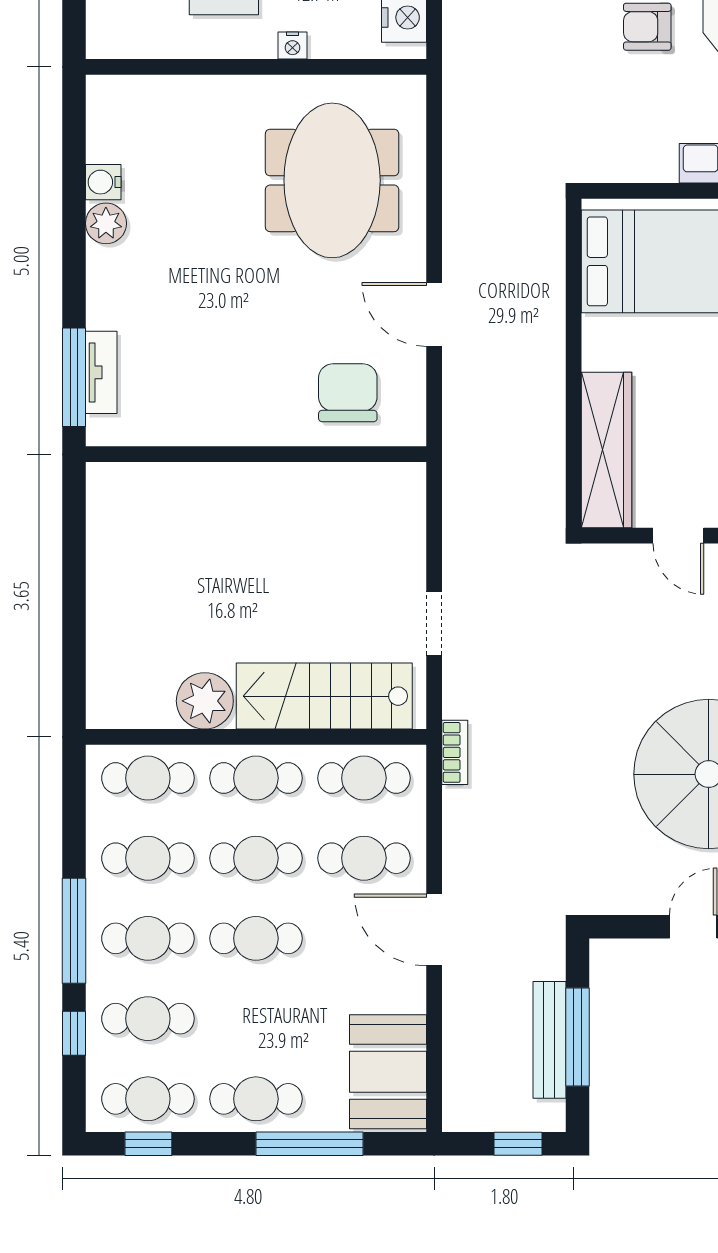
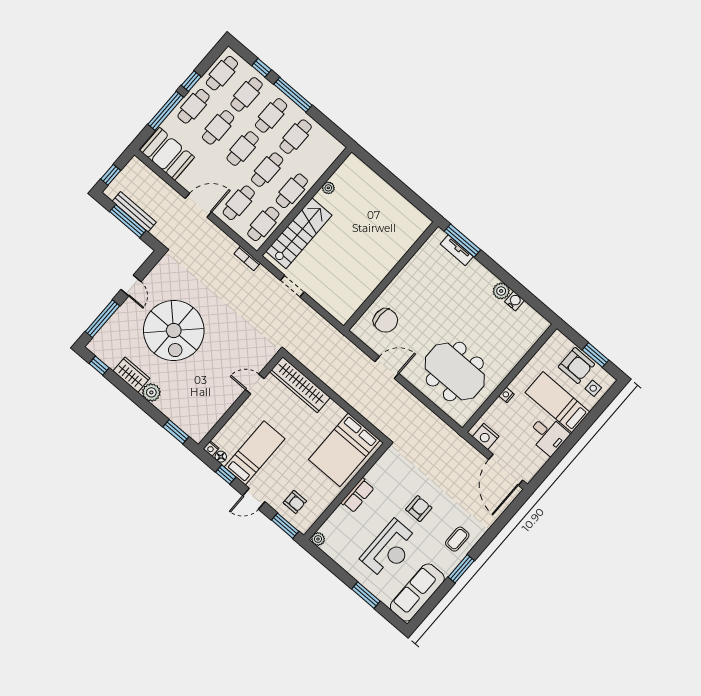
plant: (205, 701) -> (328, 188), width x0.53, depth x0.53
cafe table: (148, 778) -> (218, 127), moved
window: (148, 1144) -> (191, 81), moved

